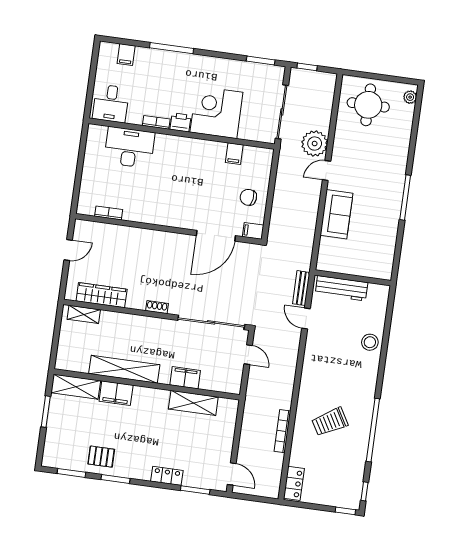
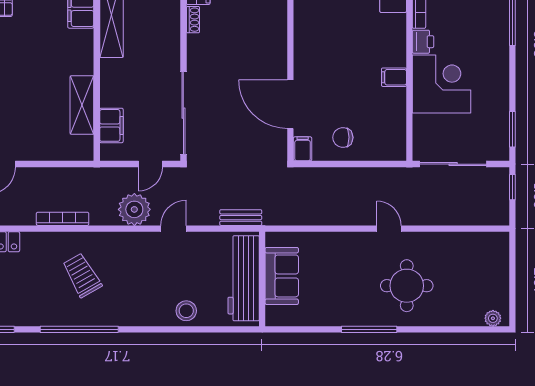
round table: (368, 105) -> (407, 286), moved
plant: (315, 144) -> (134, 209), moved
filing cabinet: (234, 154) -> (394, 77), moved
chair: (248, 197) -> (343, 137), turned -98
sofa: (336, 214) -> (282, 276), moved, turned -90
workbench: (341, 288) -> (244, 278), width x1.36, depth x1.32
shoe rack: (157, 307) -> (193, 20), moved
door: (306, 318) -> (174, 229), moved
filing cabinet: (185, 378) -> (111, 125), moved

